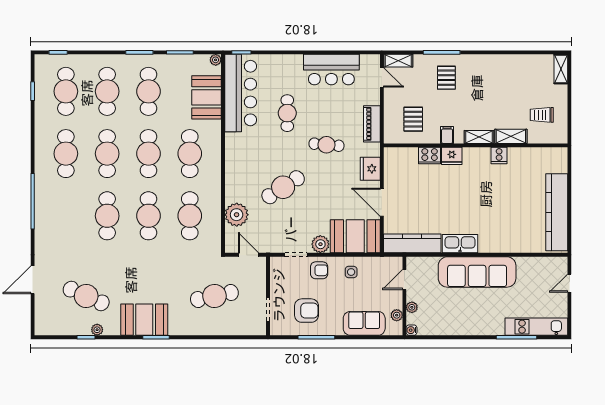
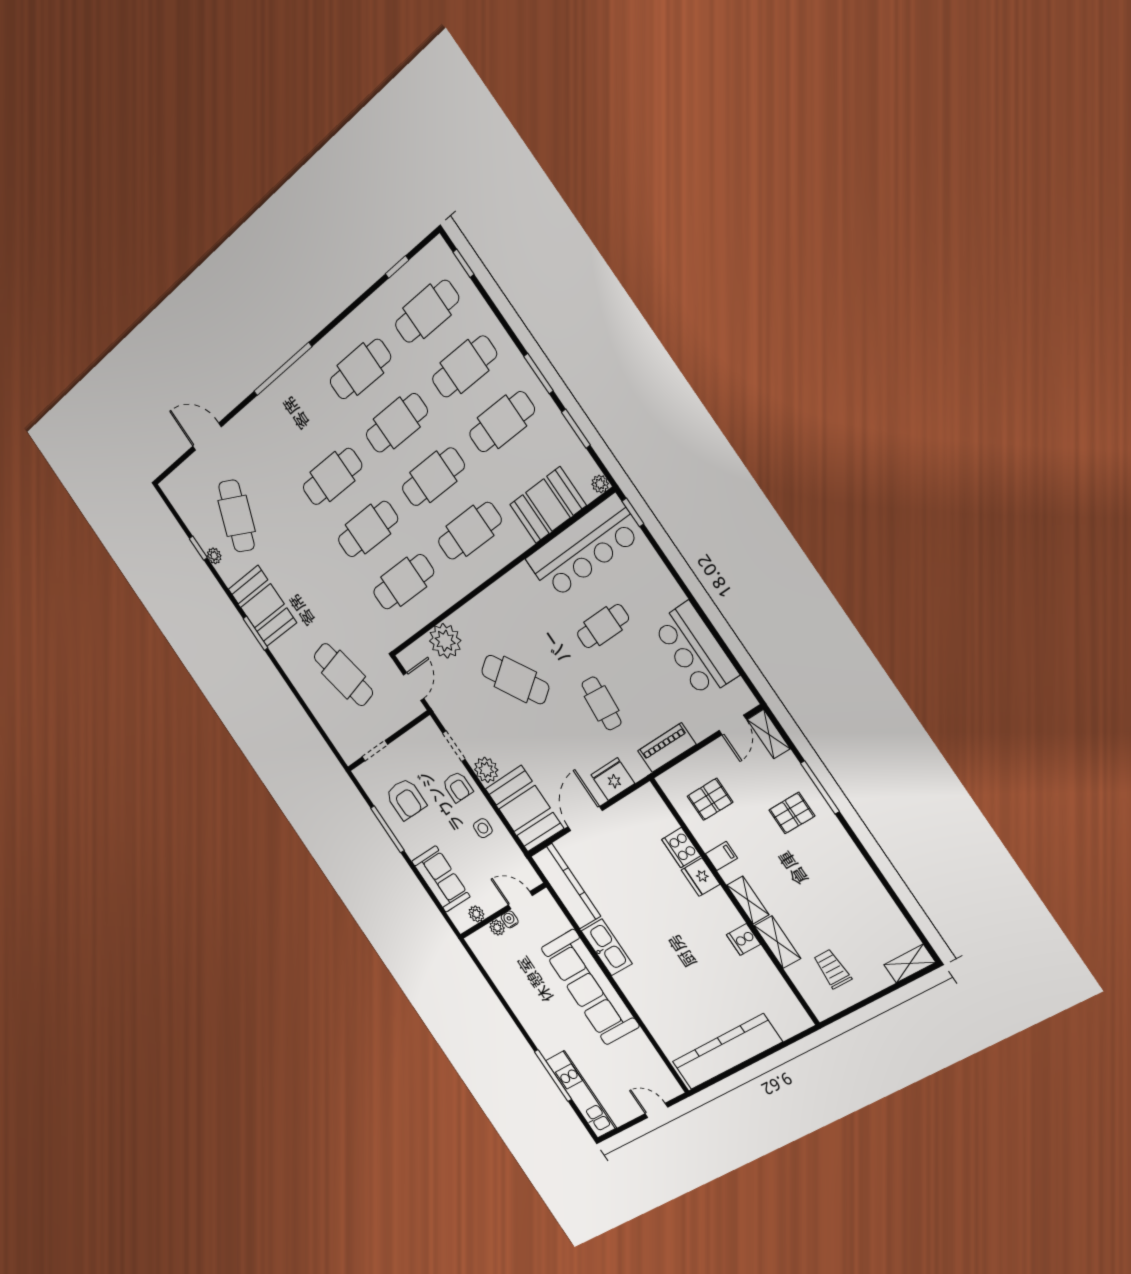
water cooler: (412, 330) -> (510, 919), moved

